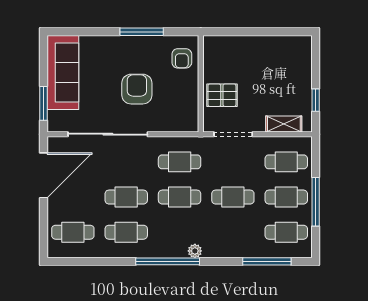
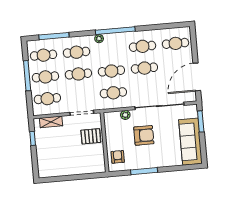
armchair: (137, 89) -> (144, 135), turned -90
plant: (164, 125) -> (125, 115), added
cafe table: (233, 232) -> (77, 52), added

